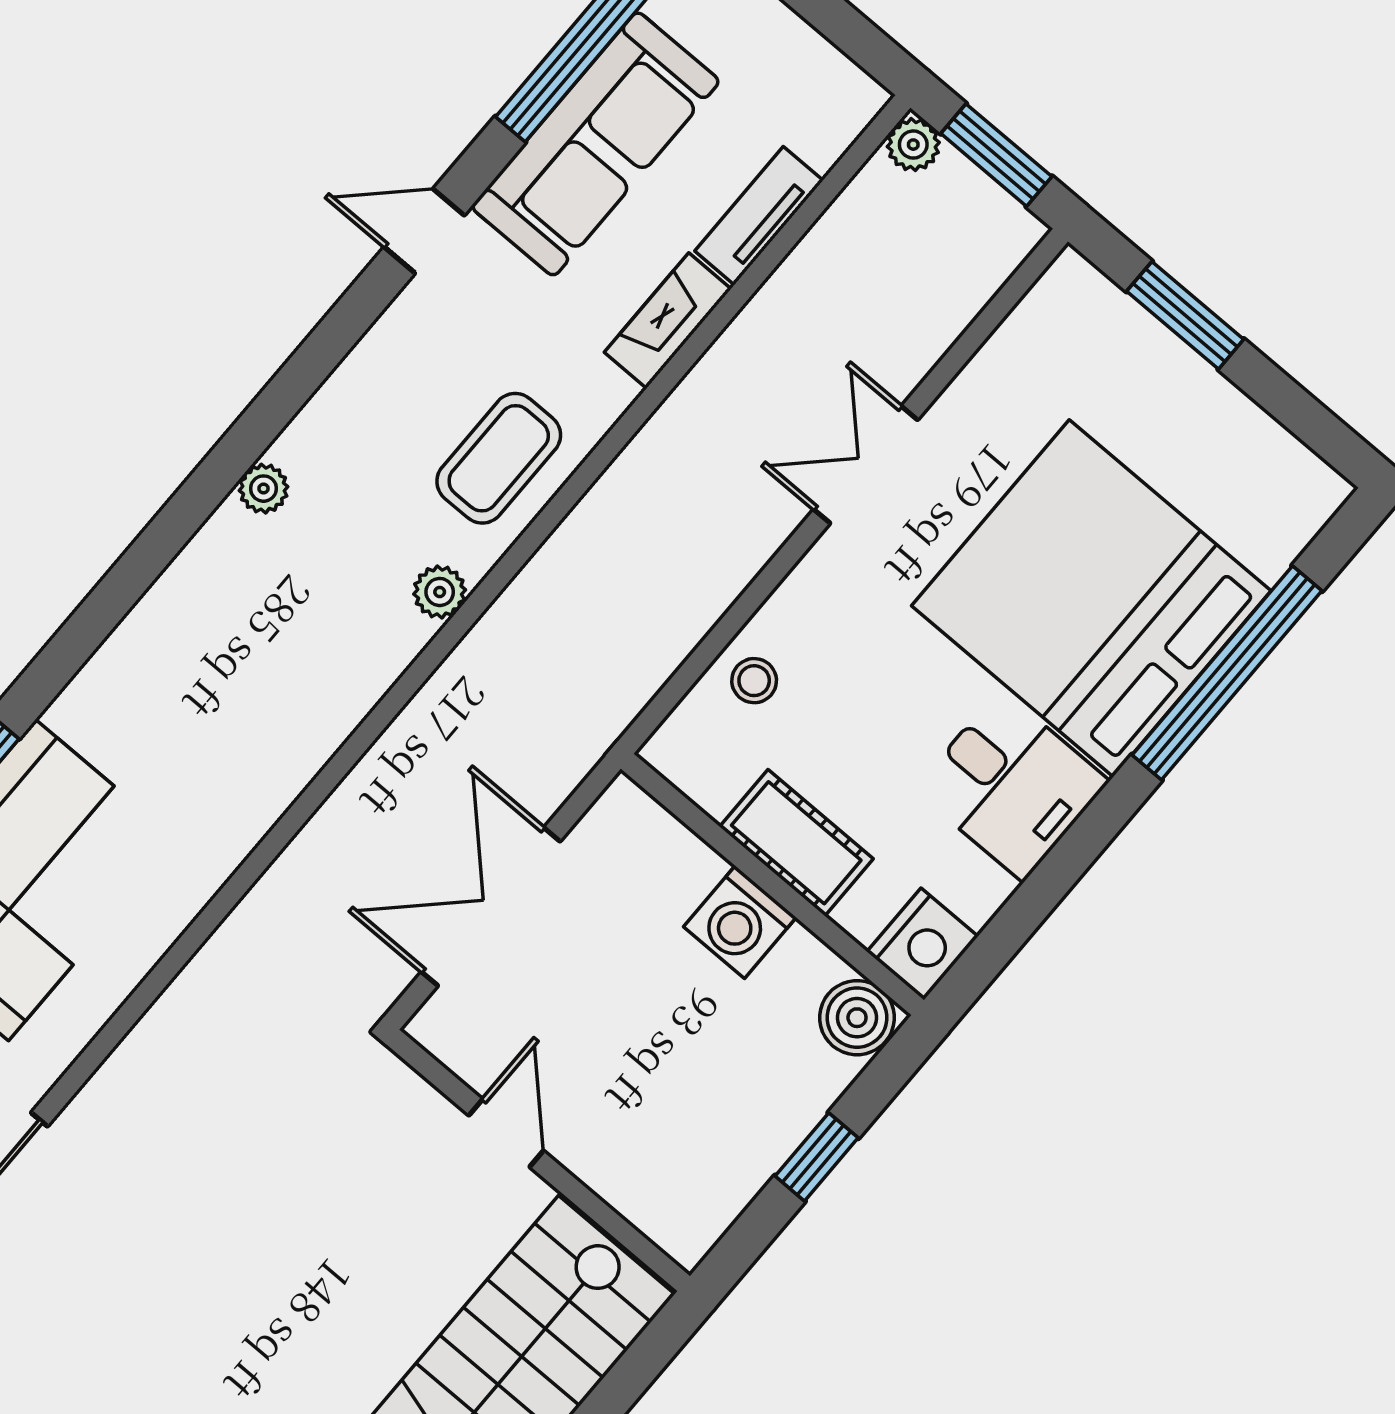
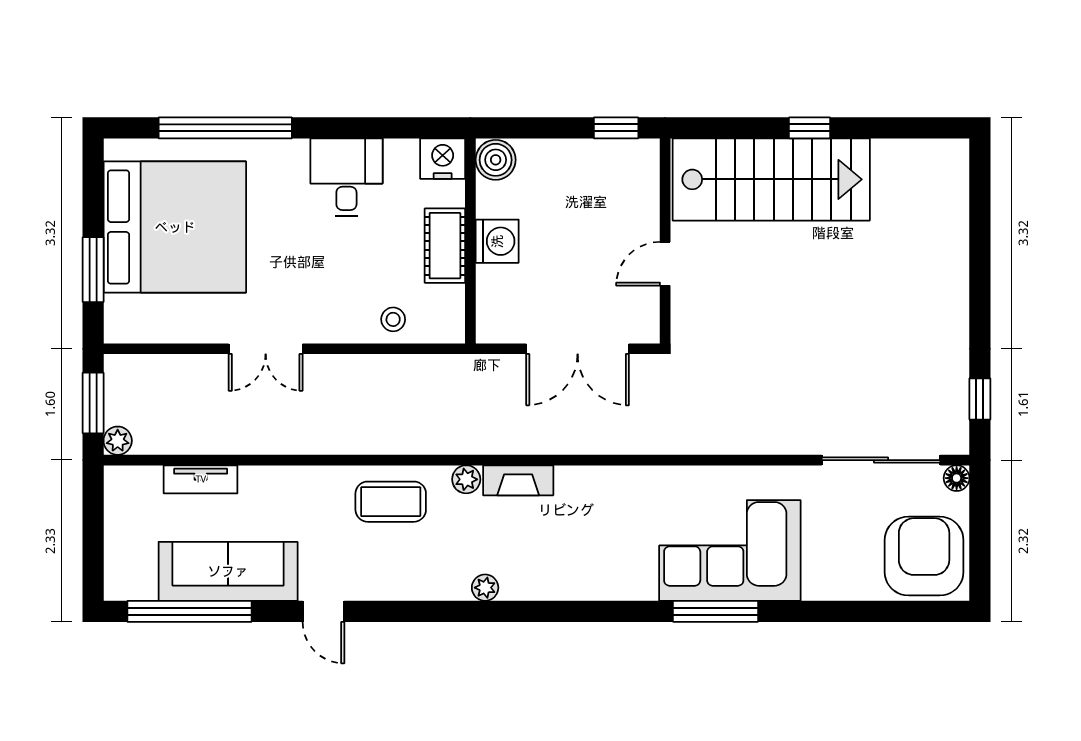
fireplace: (668, 321) -> (518, 480), moved
bed: (1091, 598) -> (175, 227), moved, turned -90
window: (817, 1157) -> (616, 128), moved

